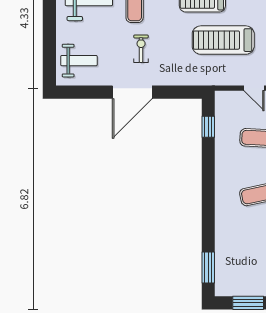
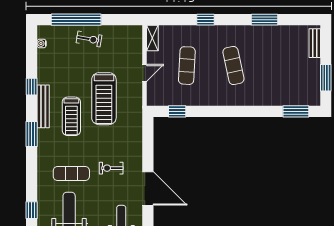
door: (132, 92) -> (148, 188), moved

